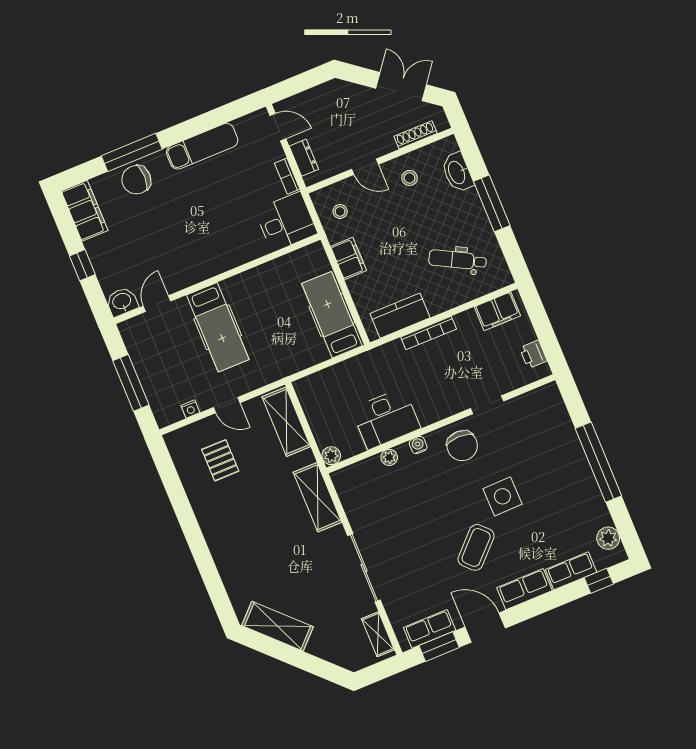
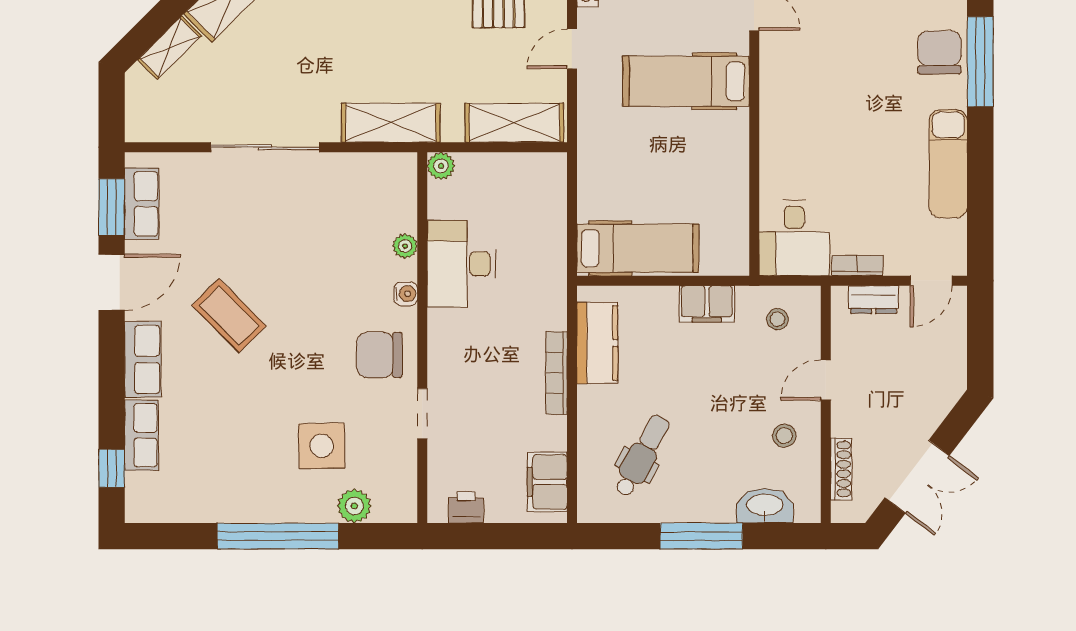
side table: (502, 496) -> (322, 446), moved
plant: (608, 538) -> (354, 506), moved
shelving: (378, 634) -> (170, 48), moved, turned -45

